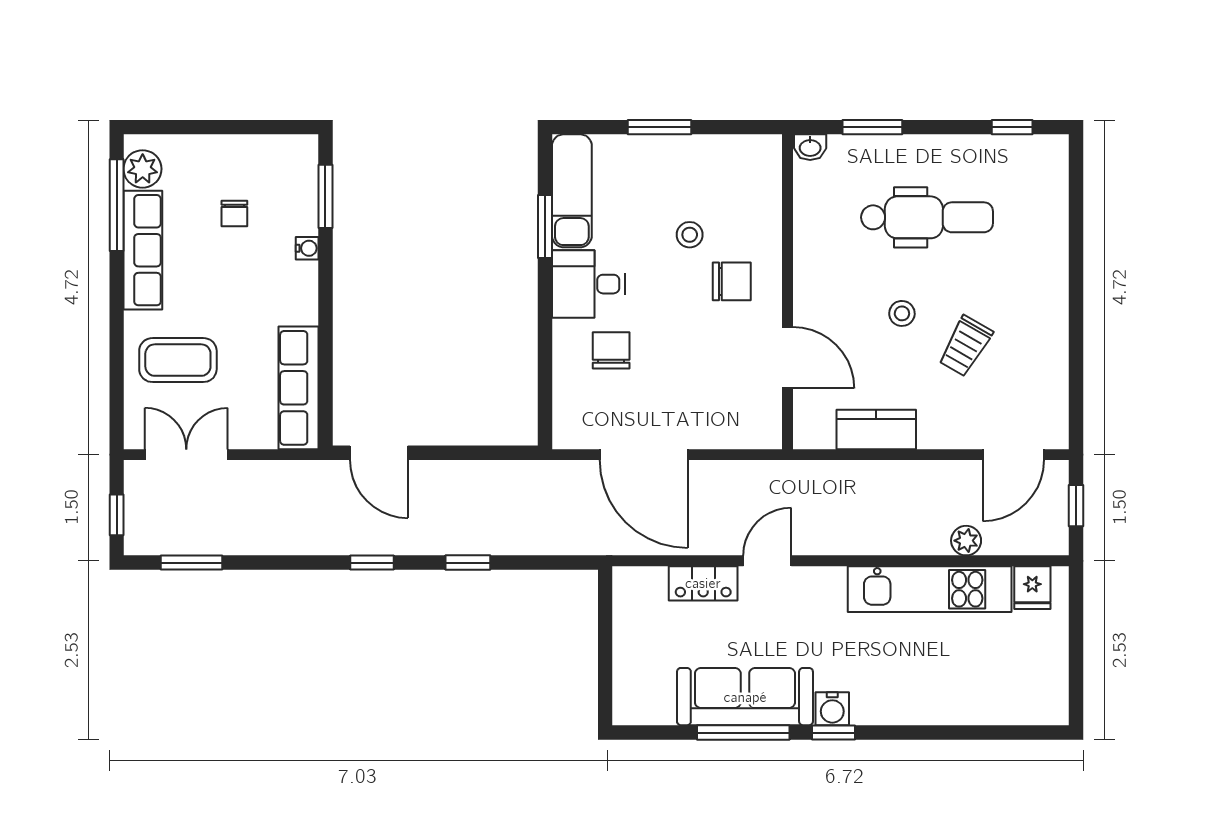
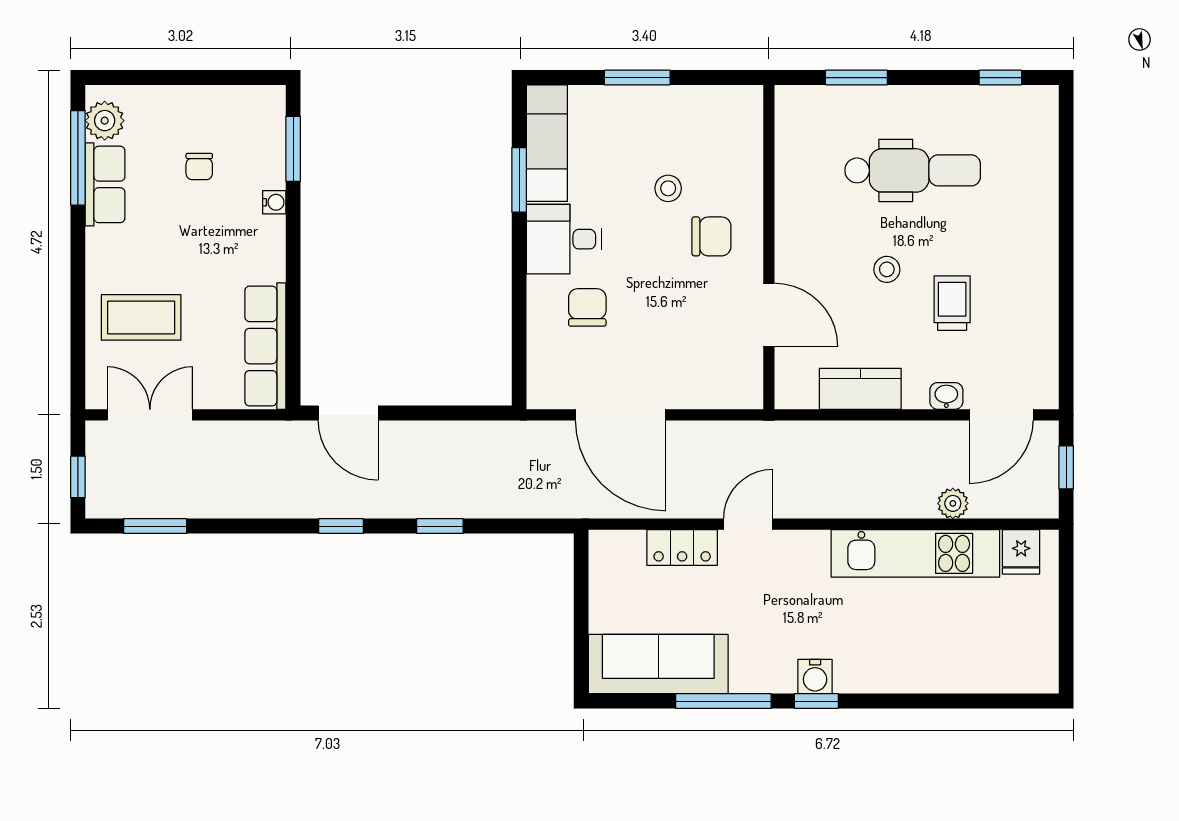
washbasin: (810, 147) -> (946, 396), moved, turned 180
row of seats: (143, 250) -> (105, 184), width x0.68
trolley: (965, 346) -> (952, 303), turned 150
sofa: (745, 697) -> (658, 664), moved

